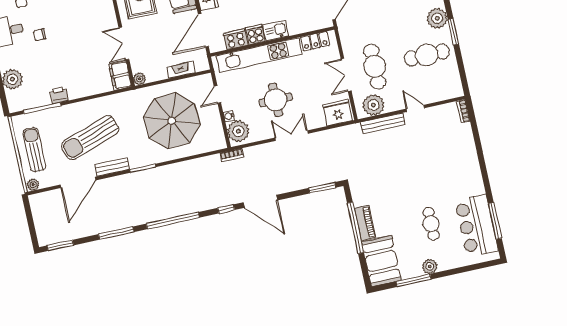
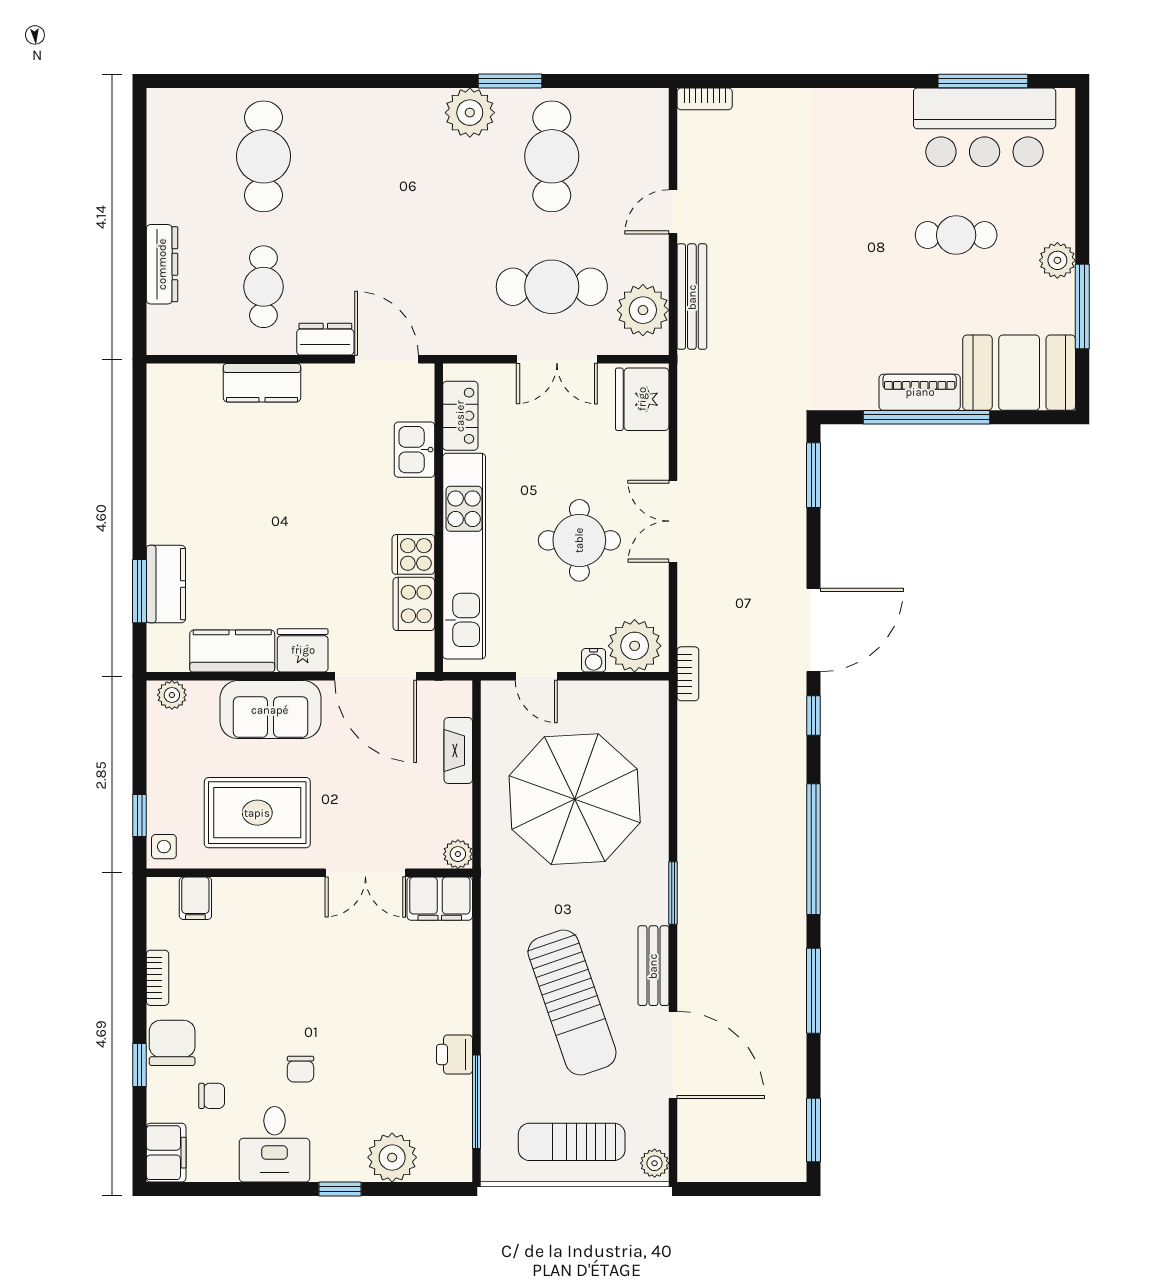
kitchen sink: (276, 31) -> (414, 450), moved

